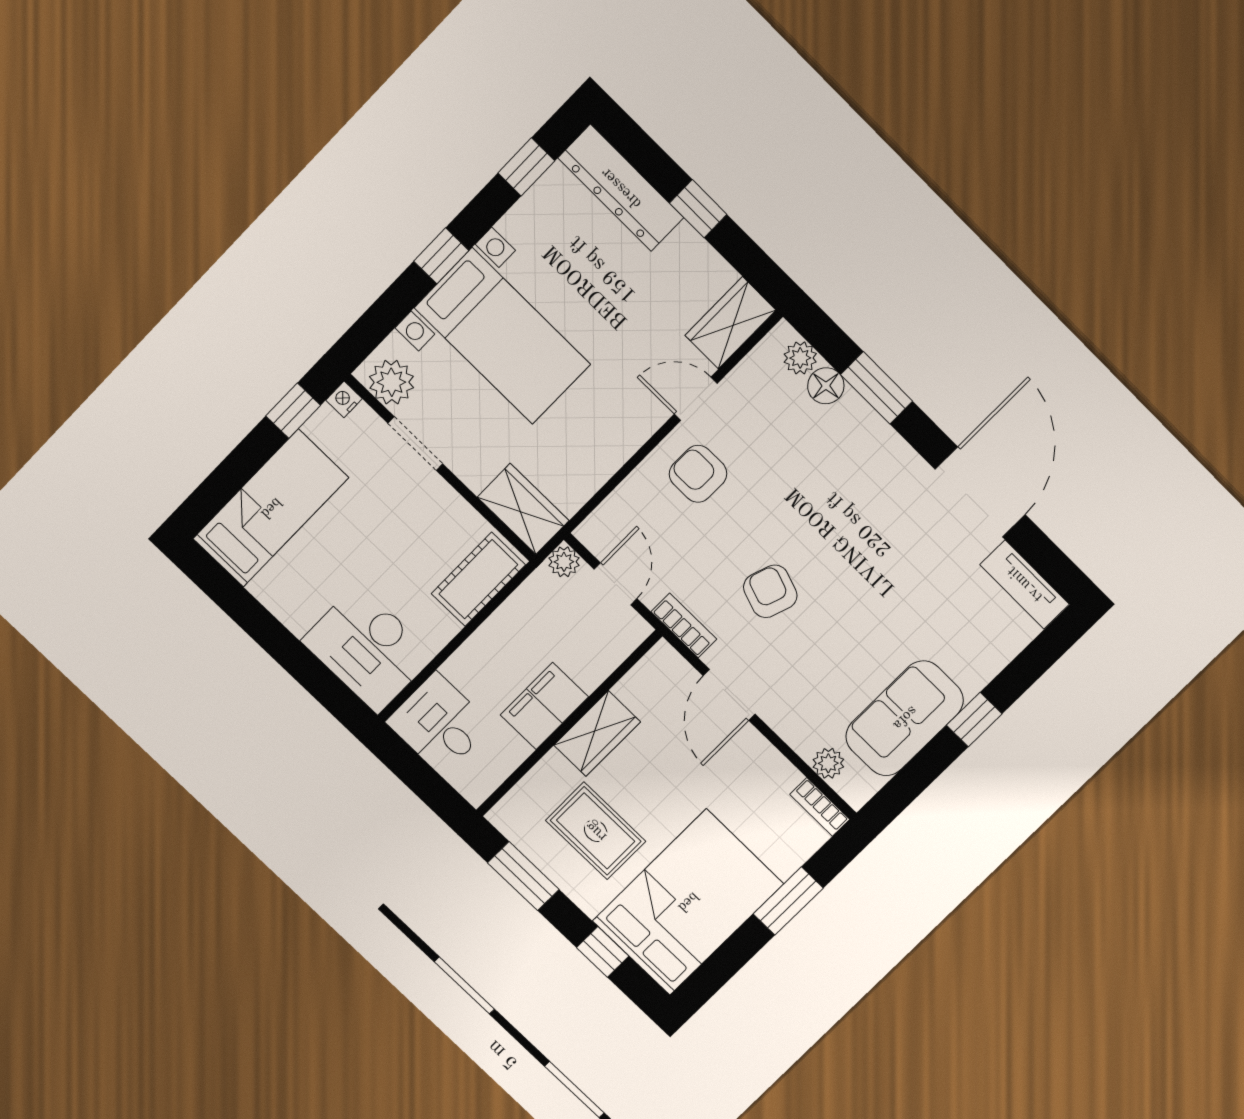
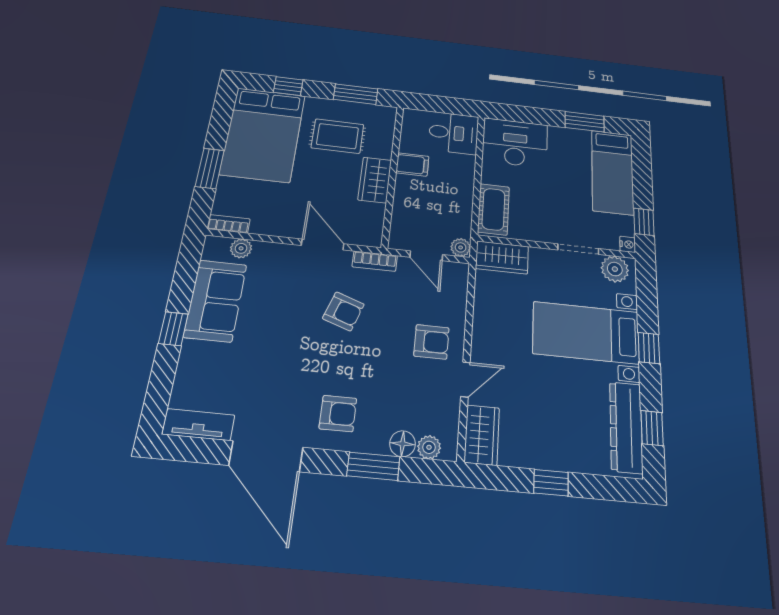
dresser: (621, 188) -> (626, 427), moved, turned -90
armchair: (869, 477) -> (338, 414), added
window: (242, 607) -> (585, 122), added
filing cabinet: (544, 706) -> (412, 164), width x0.50

